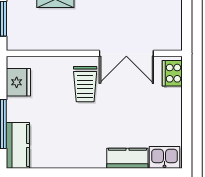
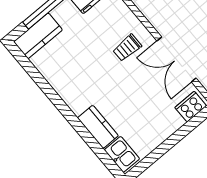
trolley: (85, 84) -> (127, 48), width x0.73, depth x0.72

